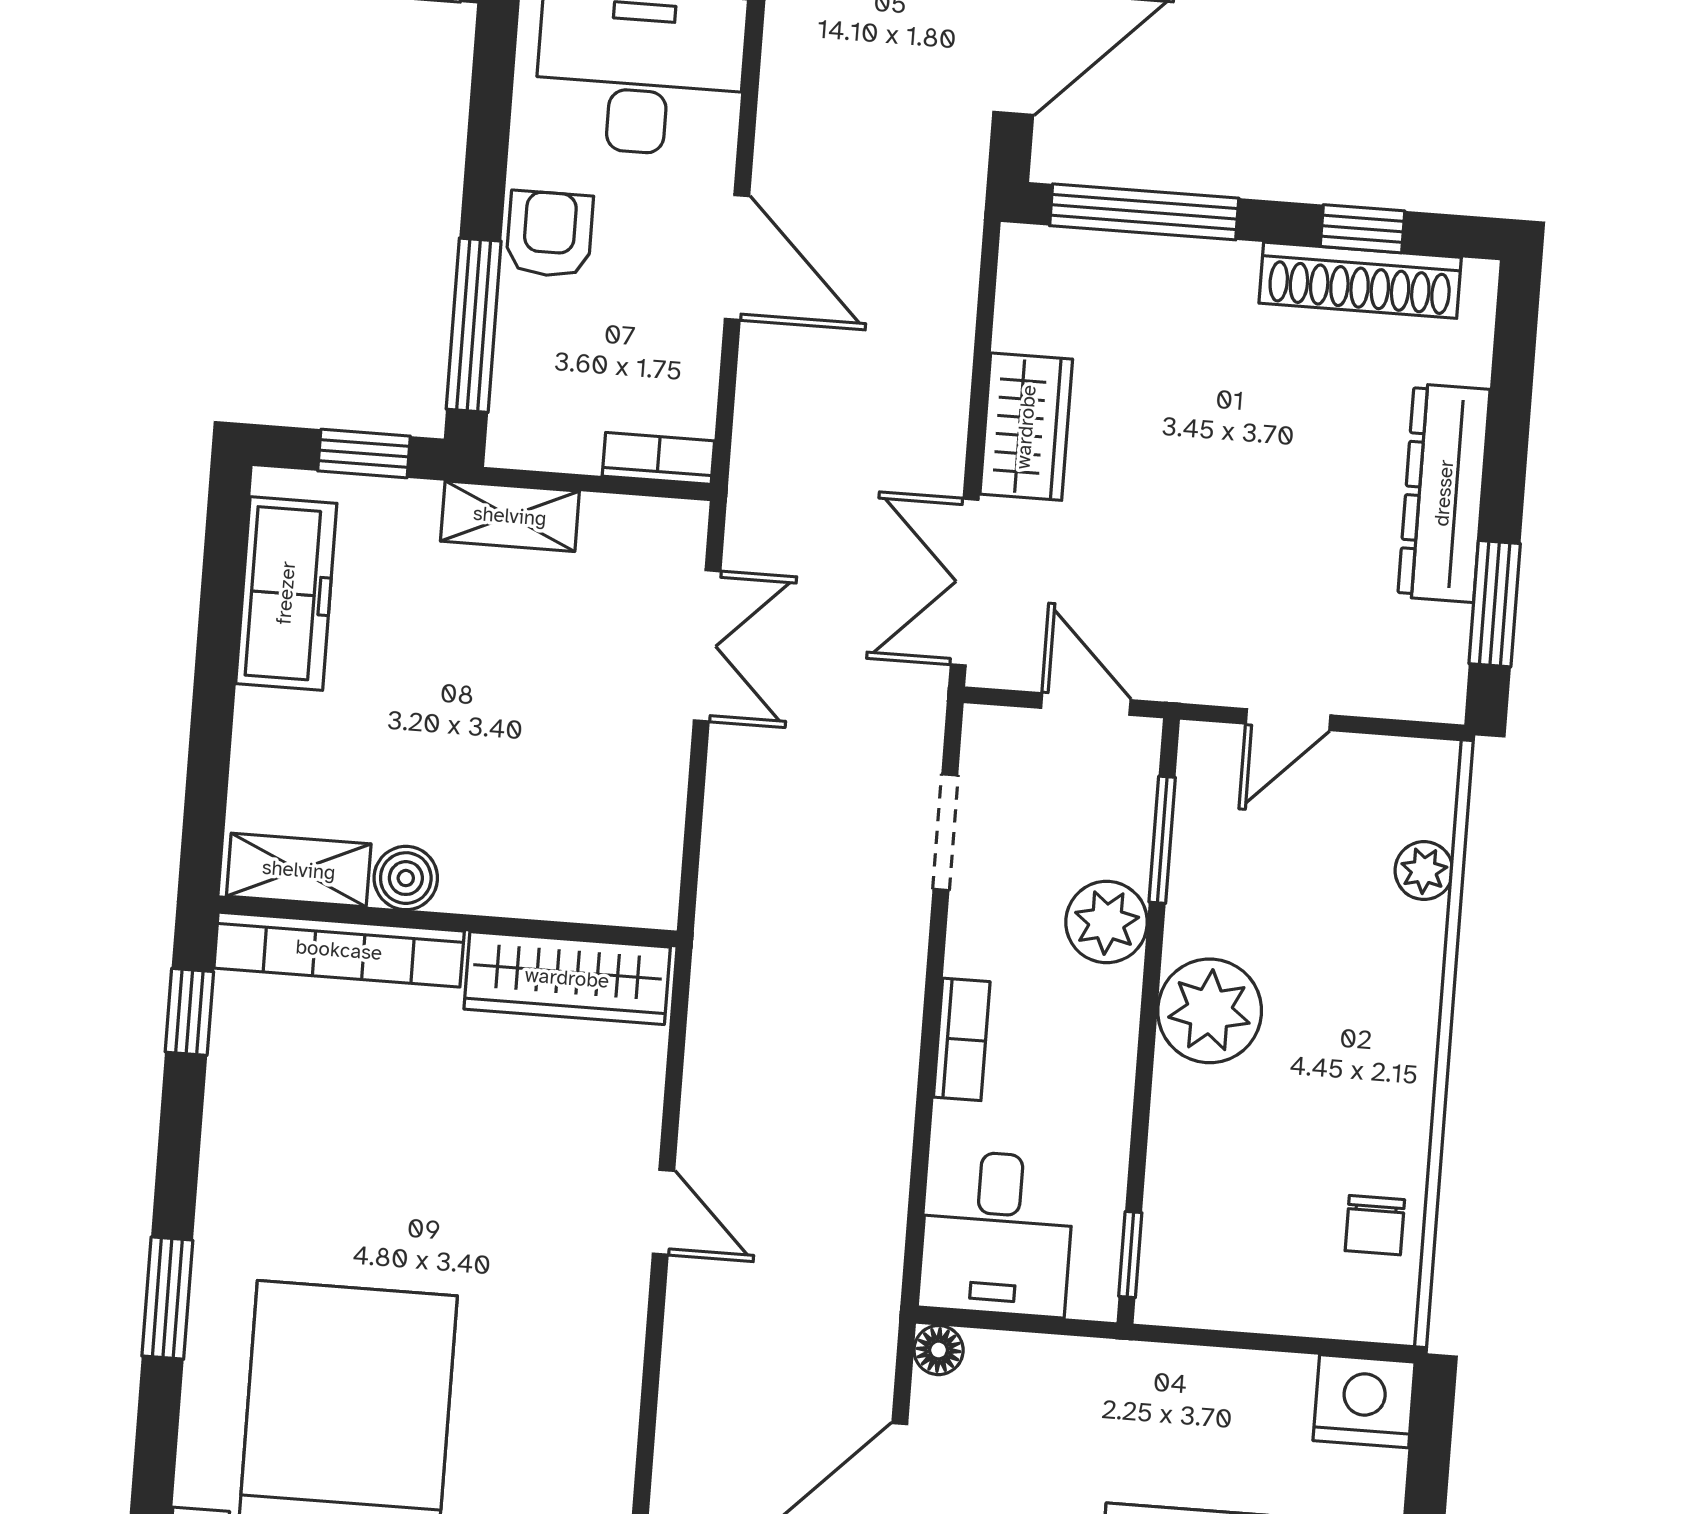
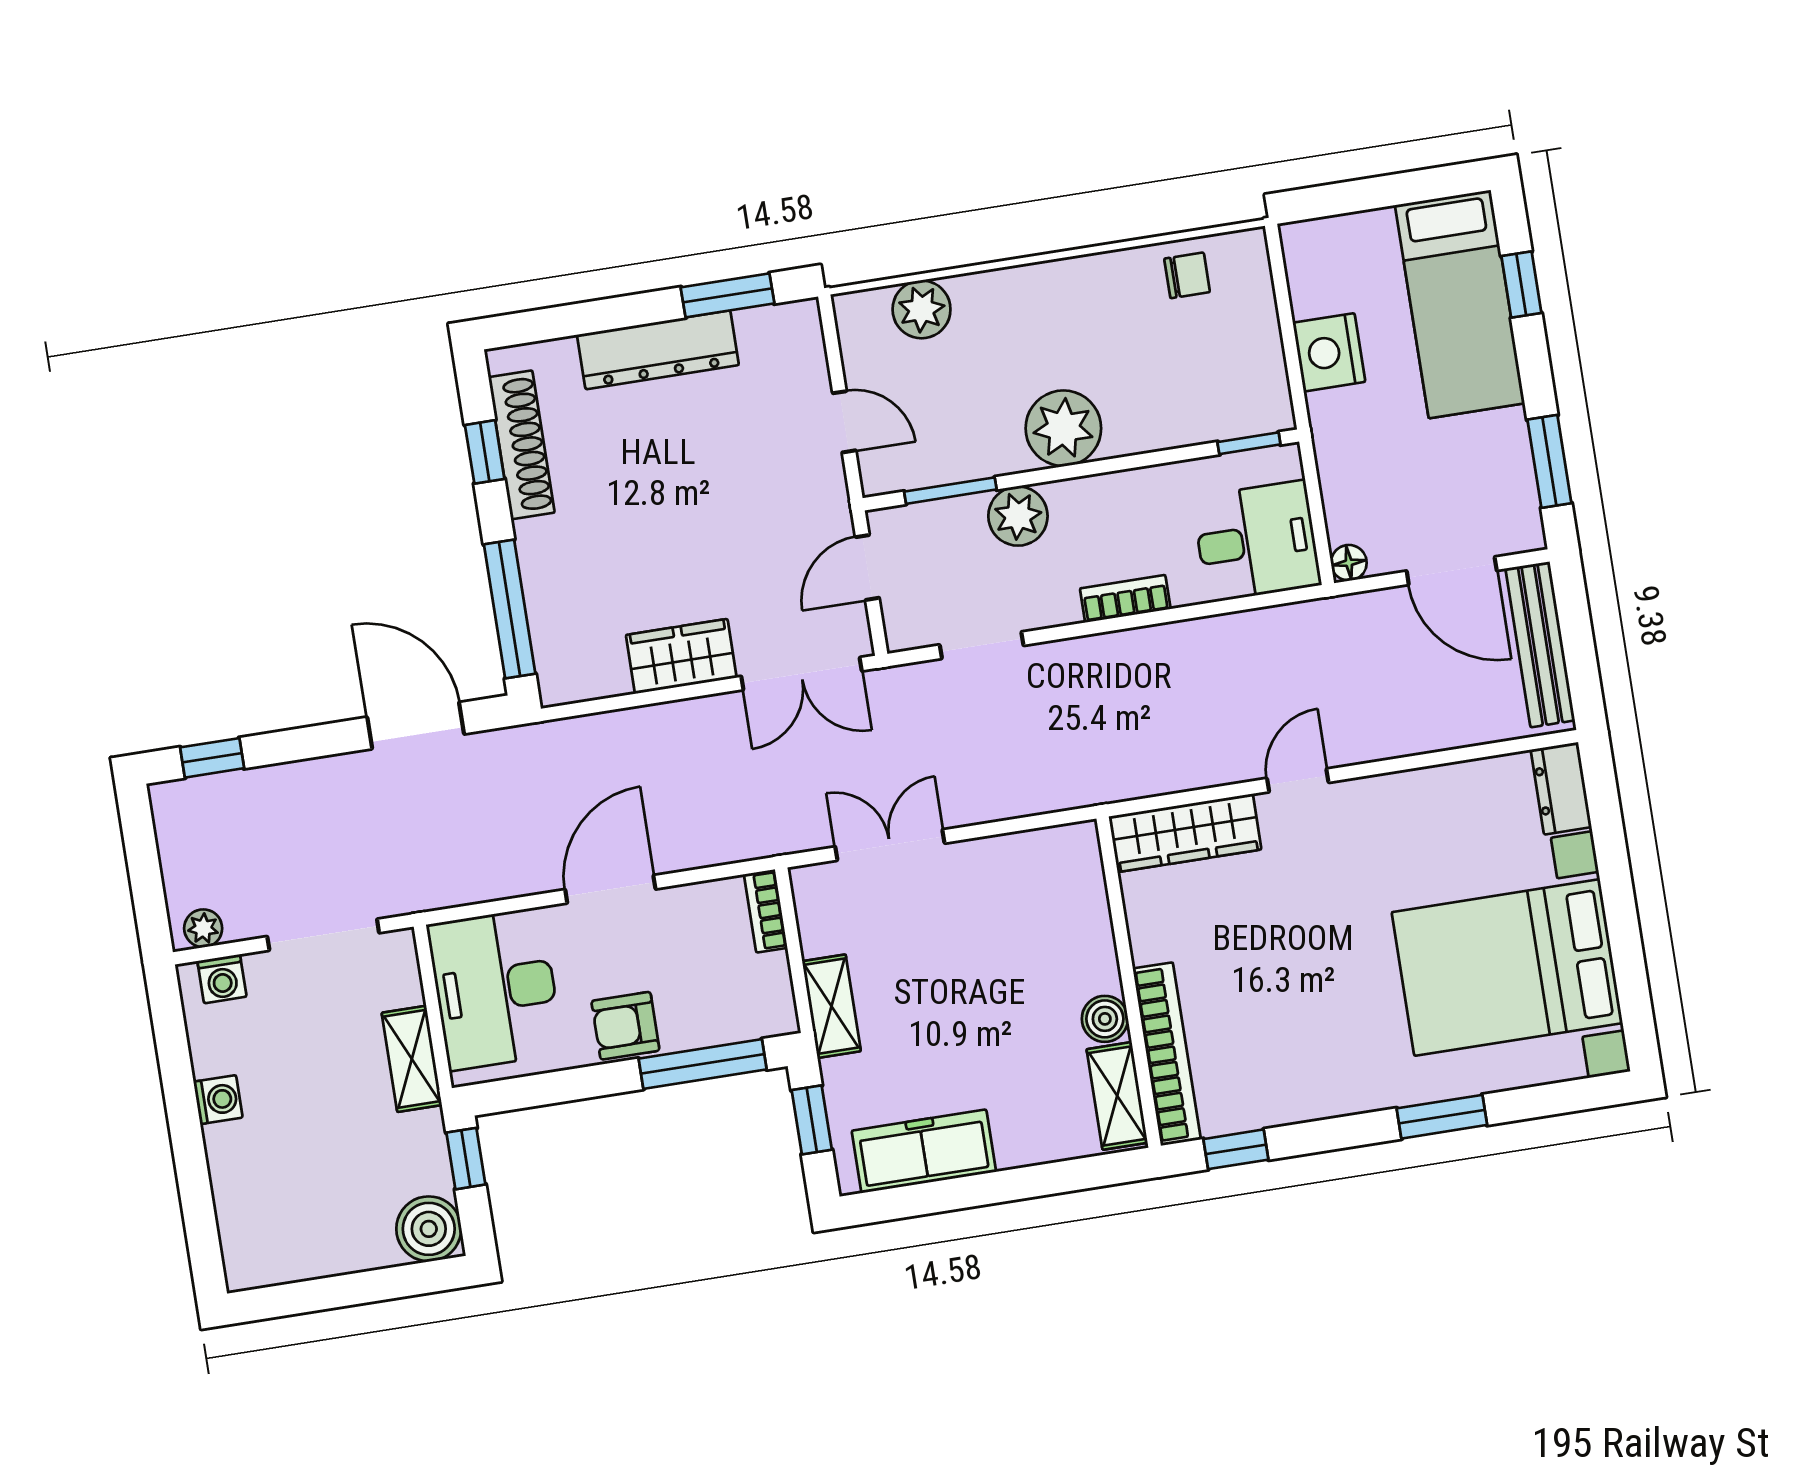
plant: (1424, 871) -> (922, 309), width x1.38, depth x1.38
wardrobe: (567, 978) -> (1185, 833), moved, turned 90
nightstand: (1364, 1401) -> (1329, 352), moved

